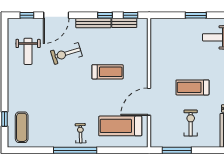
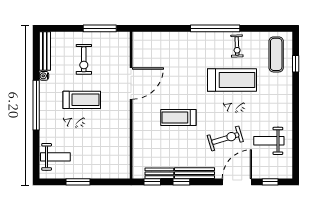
weight bench: (28, 51) -> (269, 141), turned -90
treadmill: (120, 126) -> (232, 80), moved
exercise bike: (80, 133) -> (237, 46), moved

